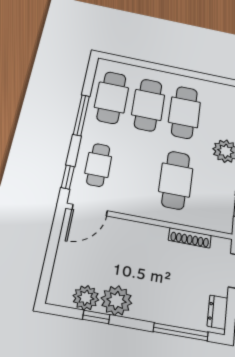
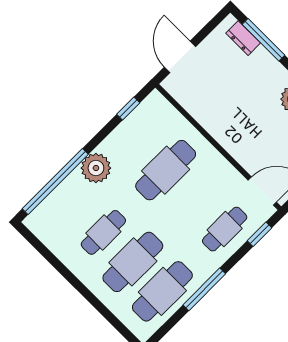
cafe table: (185, 112) -> (103, 232), width x0.73, depth x0.74
shoe rack: (190, 238) -> (195, 110), removed
dresser: (218, 312) -> (243, 38), moved, turned 90

